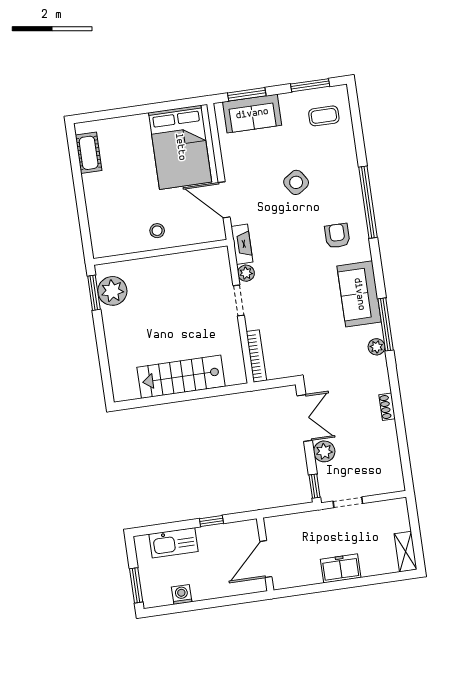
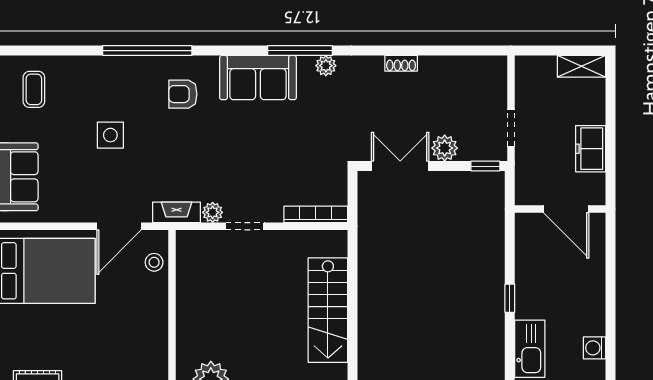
side table: (296, 182) -> (110, 135), turned 34
stool: (157, 231) -> (154, 262), moved
wall: (265, 554) -> (560, 209), moved
door: (266, 559) -> (566, 209), moved

